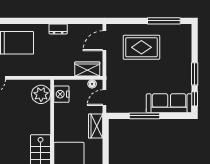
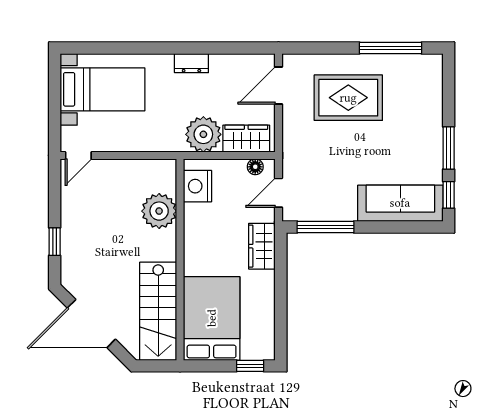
plant: (65, 67) -> (203, 134), added
plant: (41, 94) -> (159, 211), moved
window: (145, 116) -> (325, 227), moved

